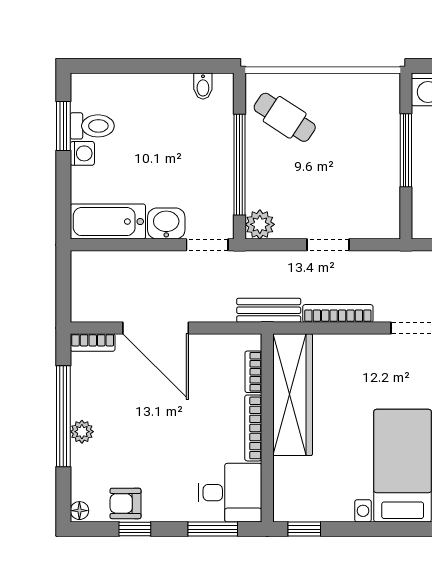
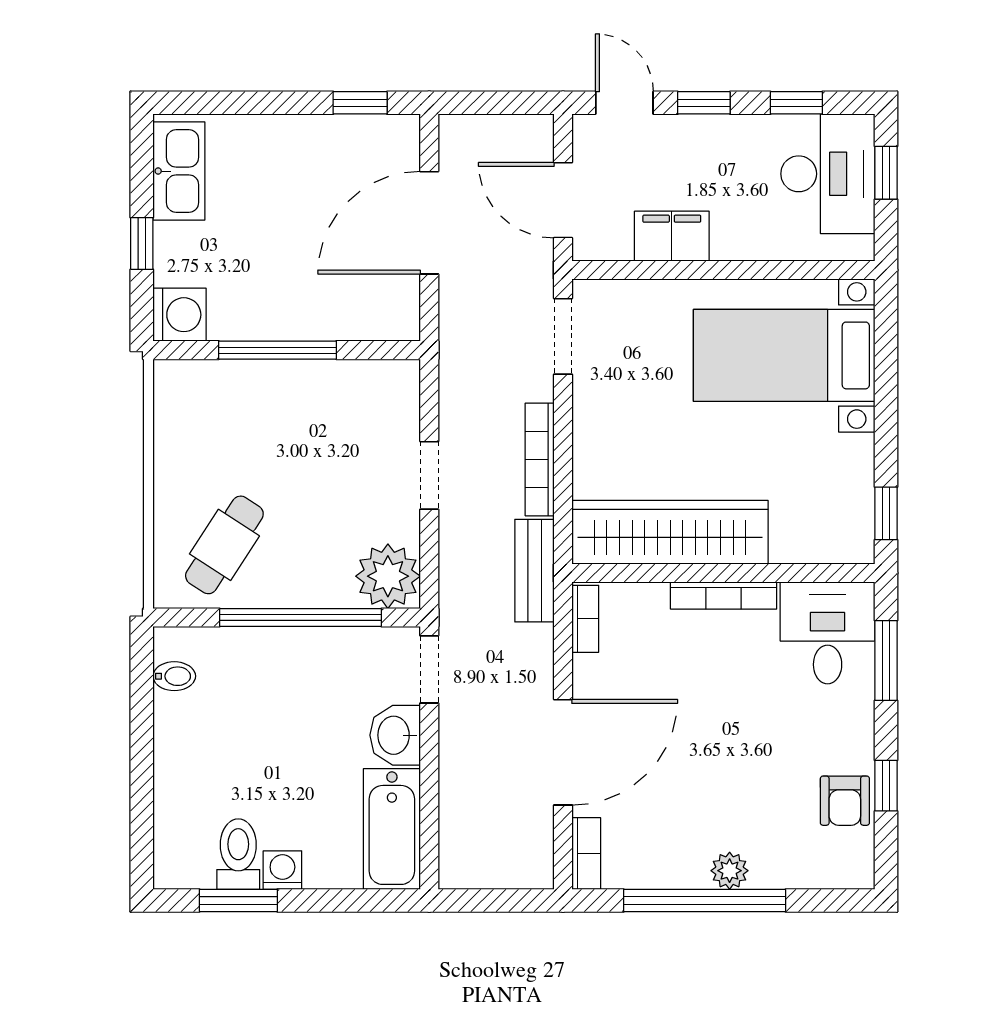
plant: (260, 224) -> (388, 576), width x1.36, depth x1.36
bookcase: (253, 372) -> (585, 619), moved, turned -90
floor lamp: (79, 511) -> (856, 875), removed

